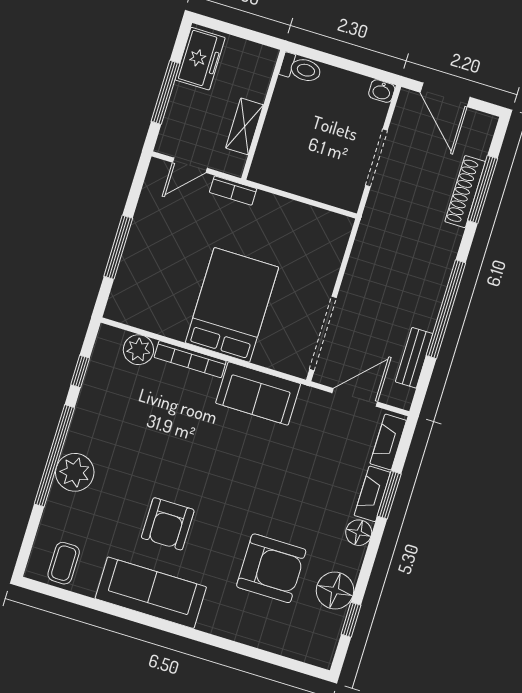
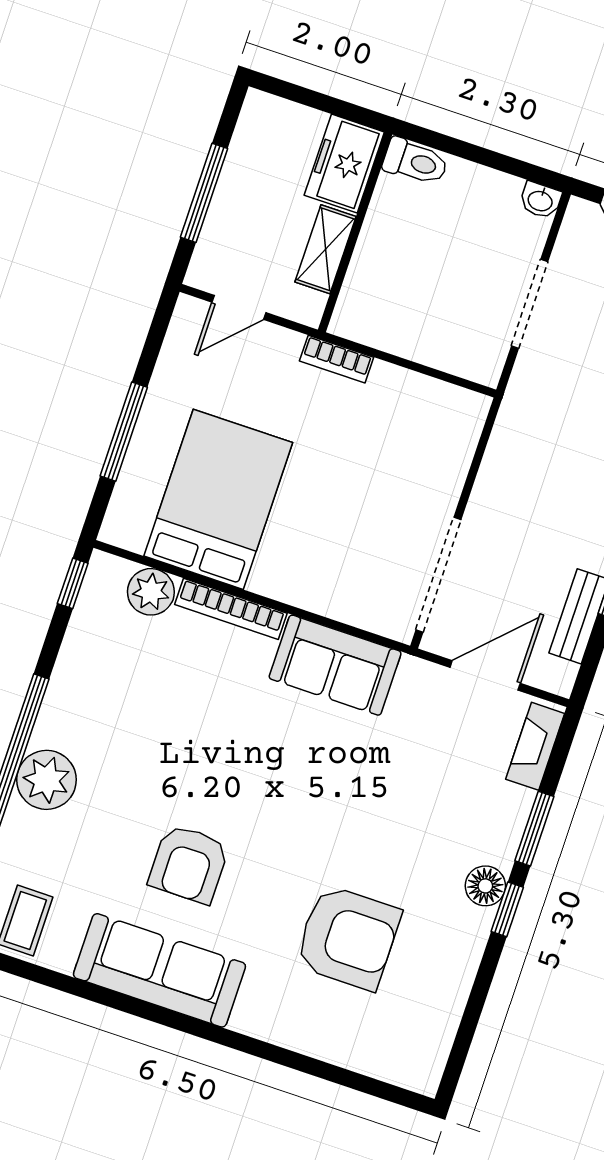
freezer: (200, 59) -> (344, 164), moved, turned 180
bookcase: (233, 191) -> (337, 359), moved
bed: (232, 305) -> (218, 499), moved
window: (80, 371) -> (73, 583), moved
fireplace: (372, 494) -> (508, 826), removed
floor lamp: (335, 591) -> (446, 975), removed
window: (351, 620) -> (507, 909), moved

